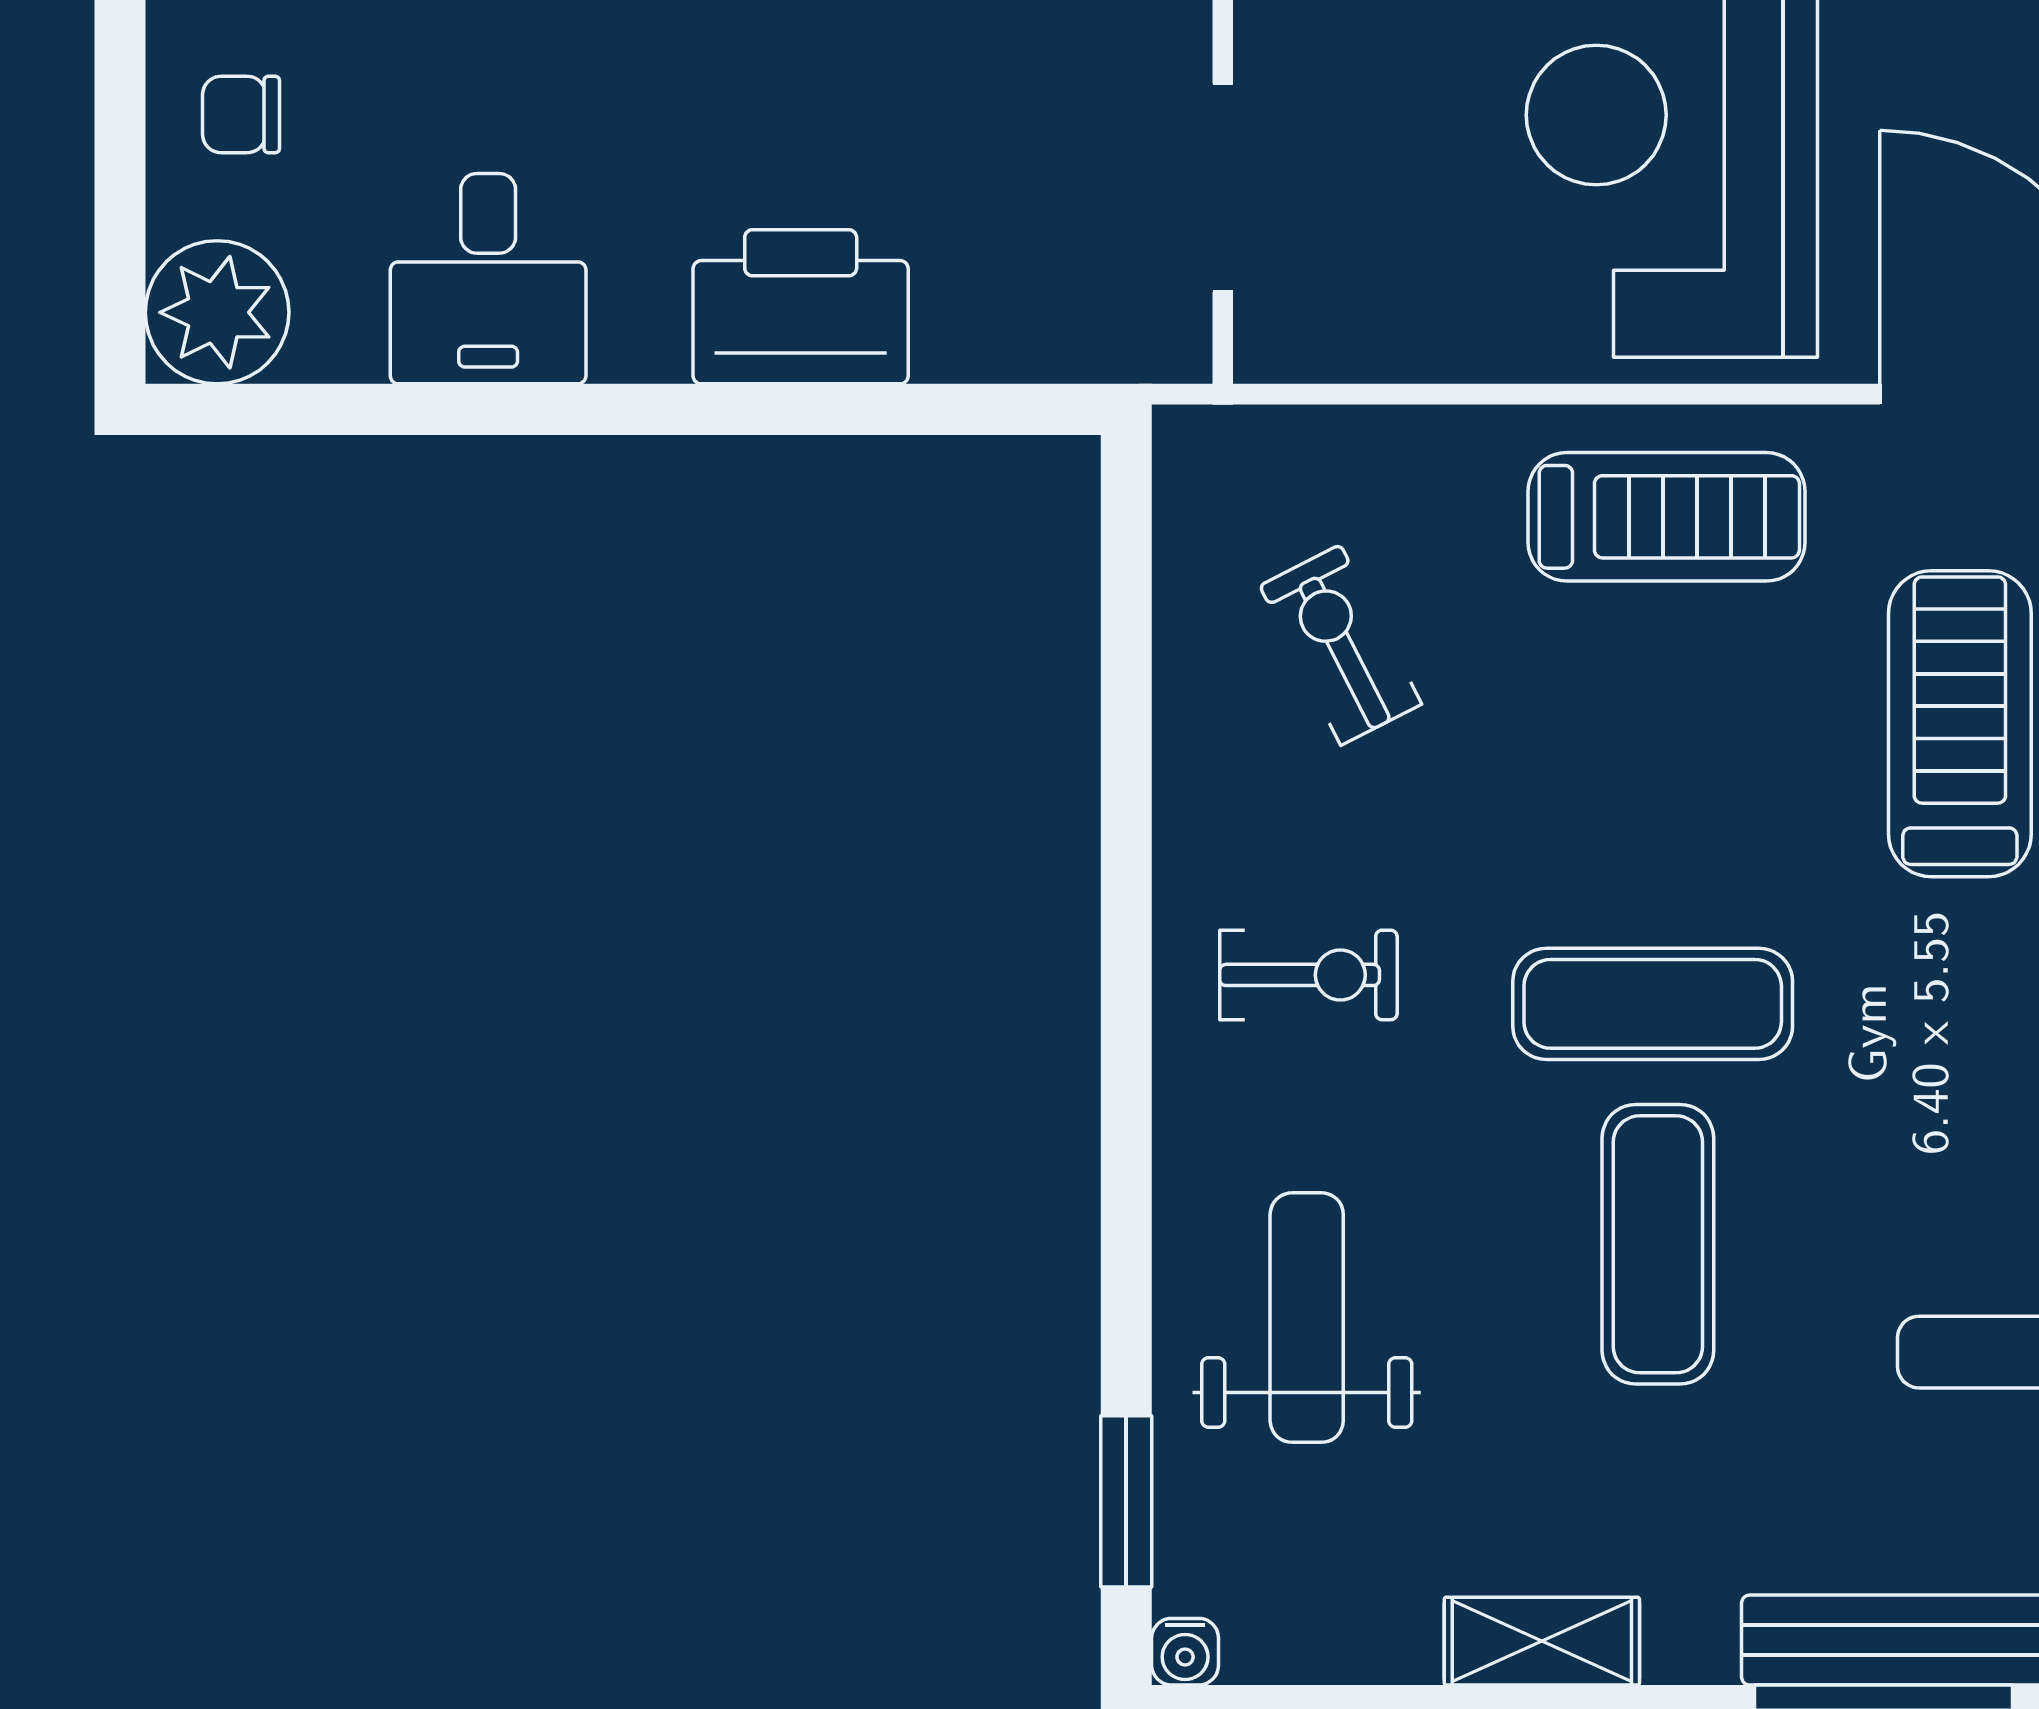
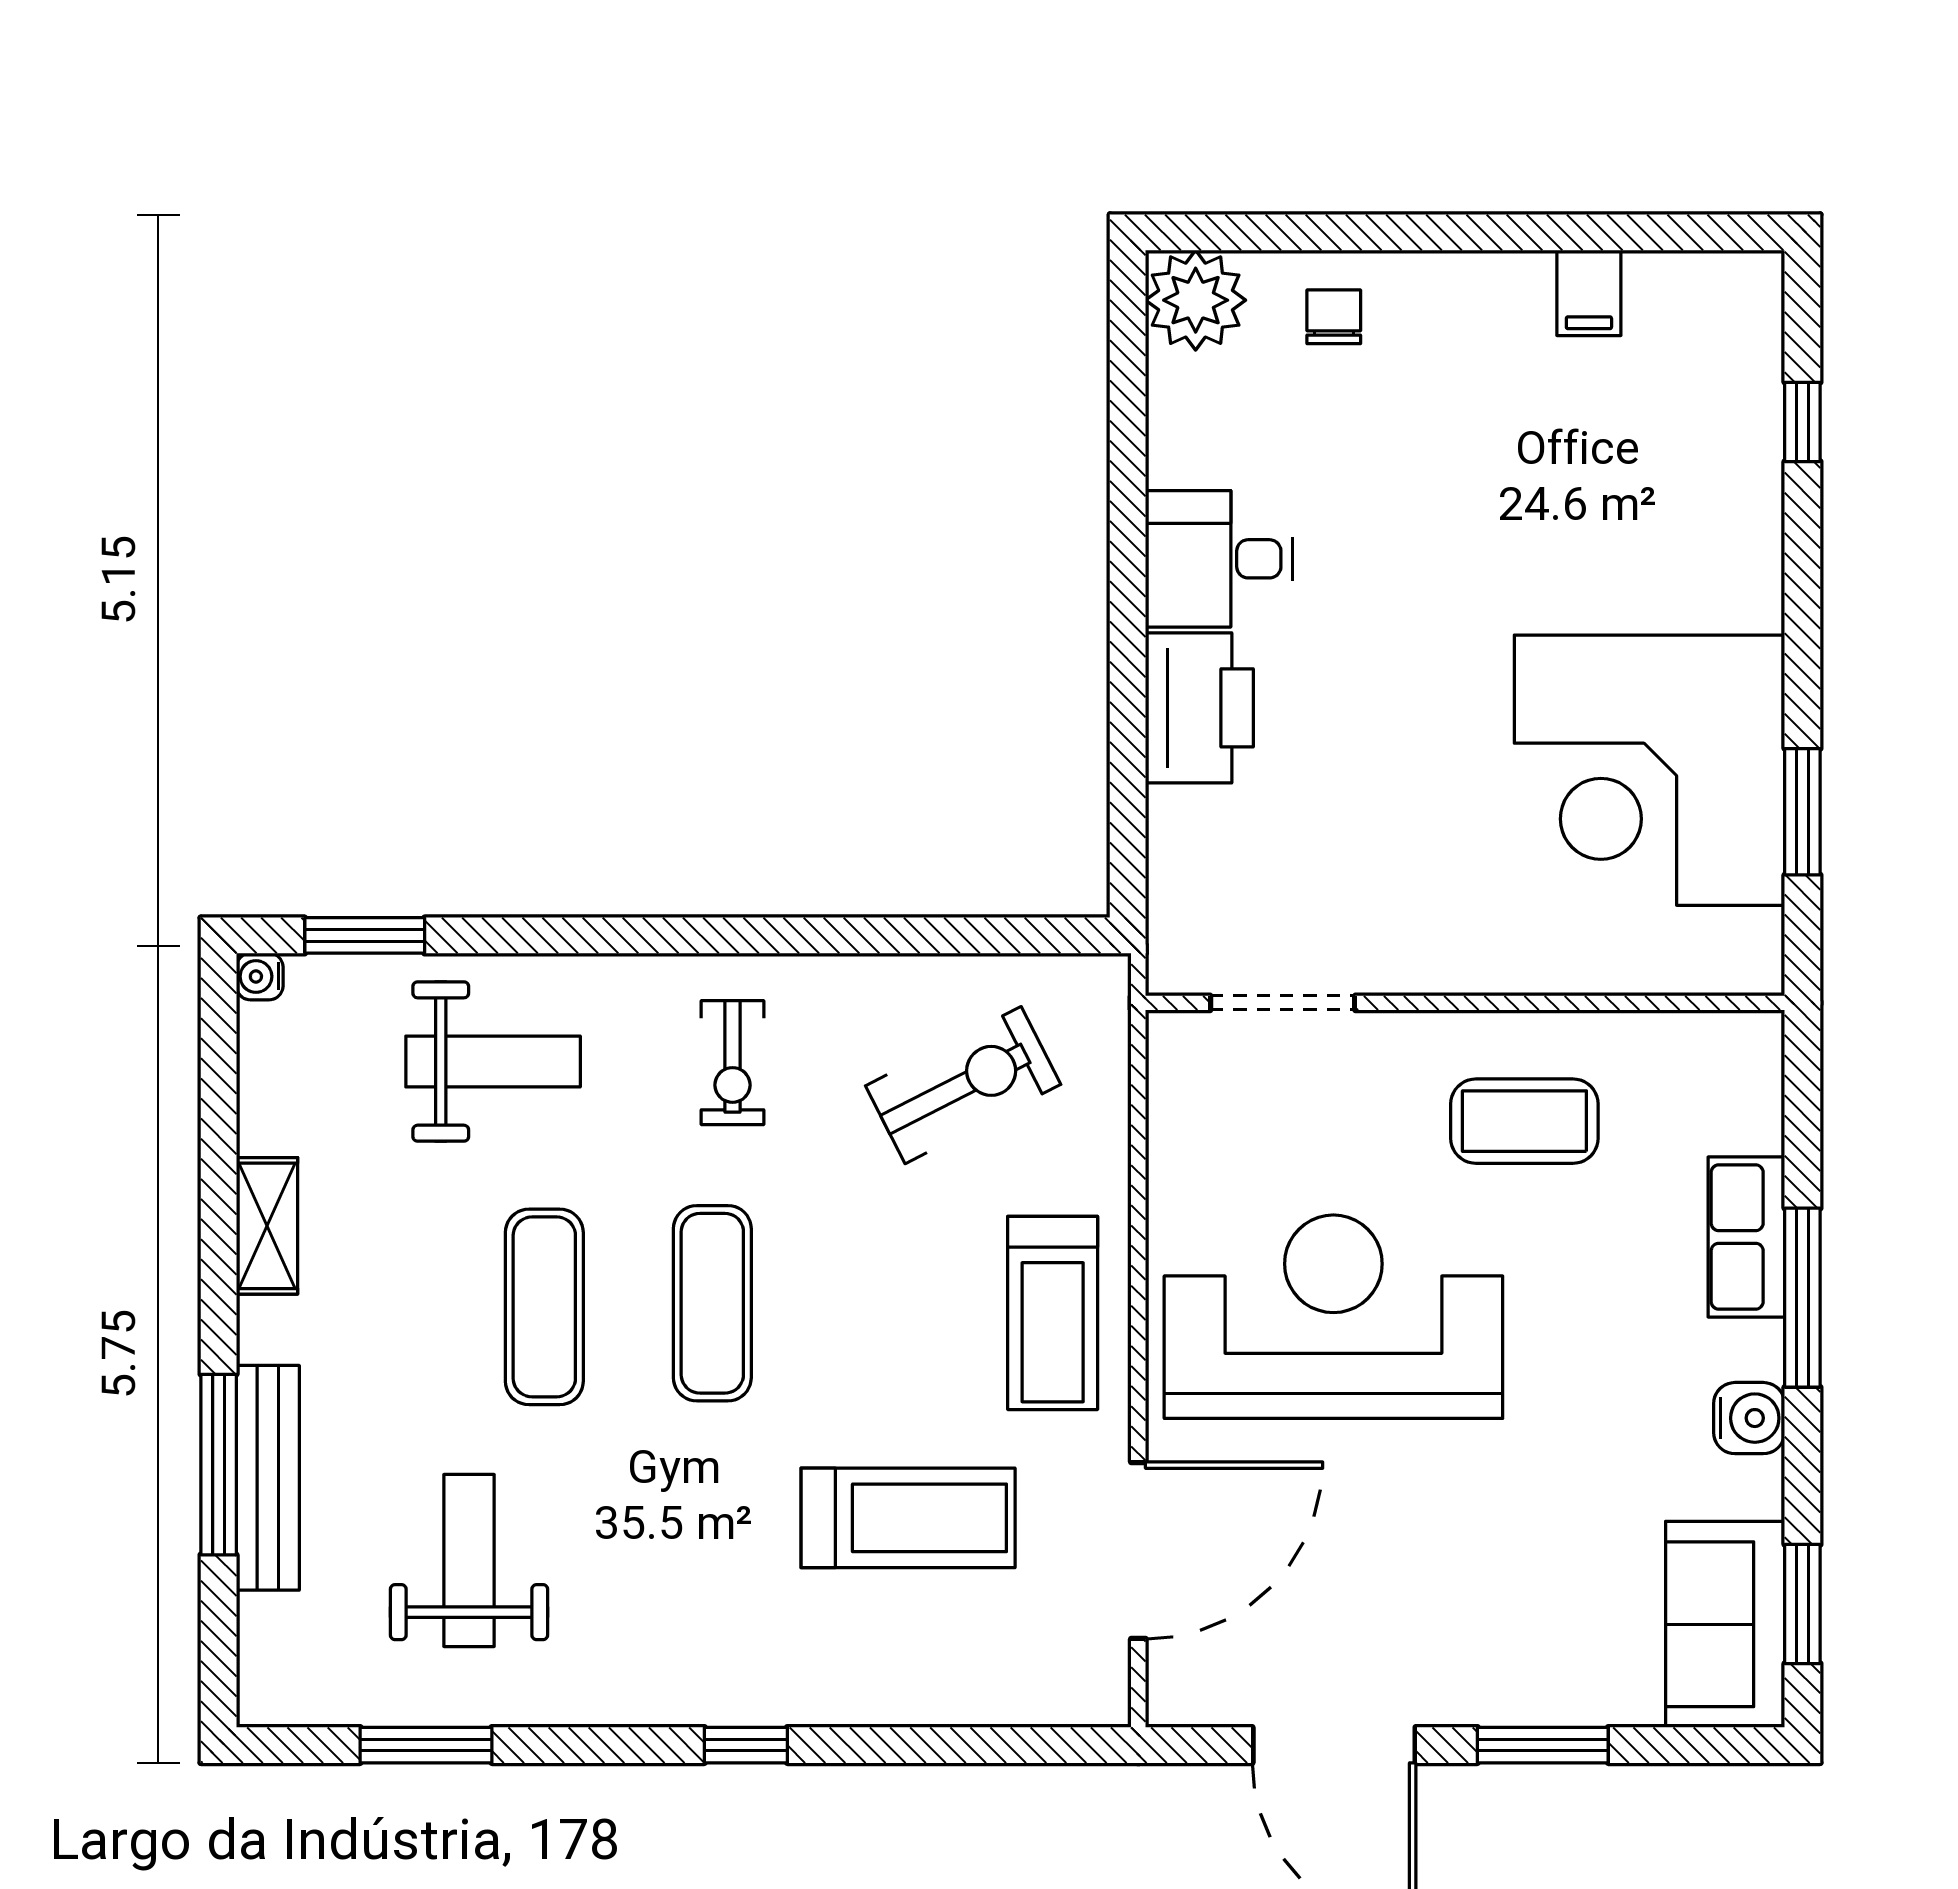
desk: (488, 279) -> (1219, 559), moved
exercise bike: (1341, 645) -> (963, 1085), width x1.38, depth x1.39
exercise mat: (1658, 1244) -> (544, 1307), turned 90

